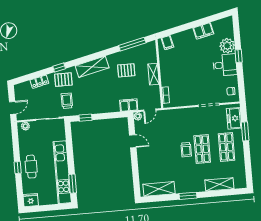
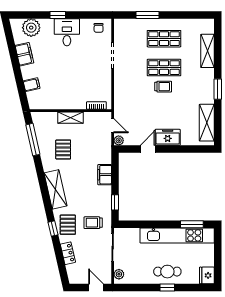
filing cabinet: (167, 43) -> (32, 85), moved
plant: (227, 46) -> (31, 28), moved
filing cabinet: (129, 105) -> (105, 175), moved
freezer: (234, 118) -> (168, 137), moved, turned 180

